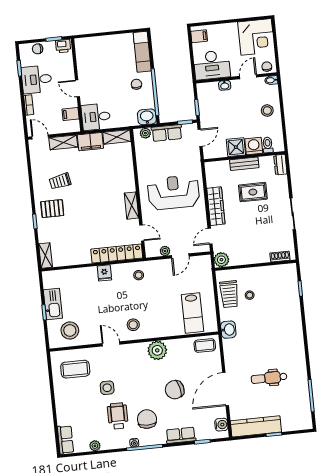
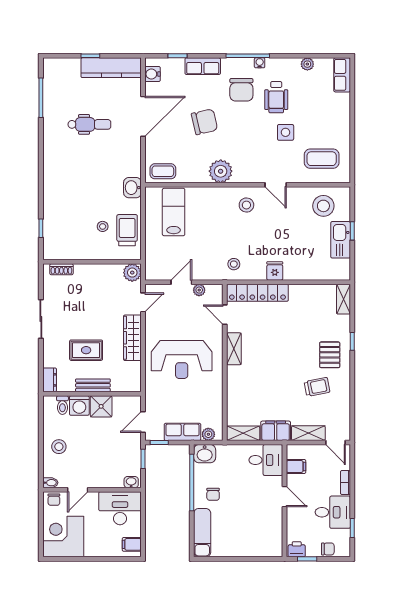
washbasin: (225, 85) -> (131, 482), moved
pallet: (52, 209) -> (330, 355), turned 90

